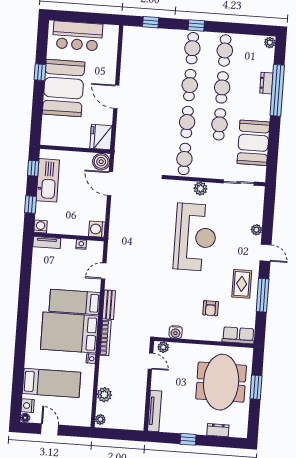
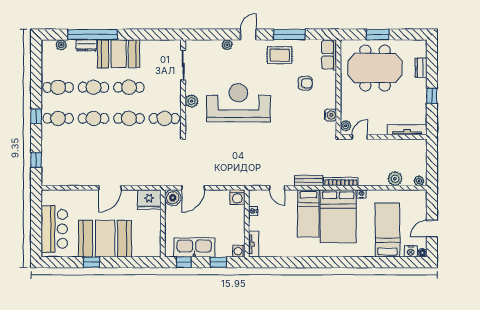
plant: (270, 43) -> (61, 45), moved
booth: (253, 143) -> (119, 54), moved

